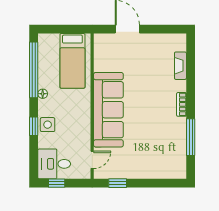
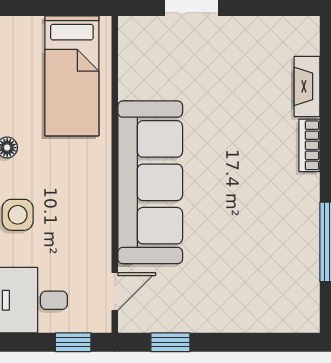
bookcase: (182, 104) -> (309, 145), moved
window: (57, 183) -> (73, 342), moved

